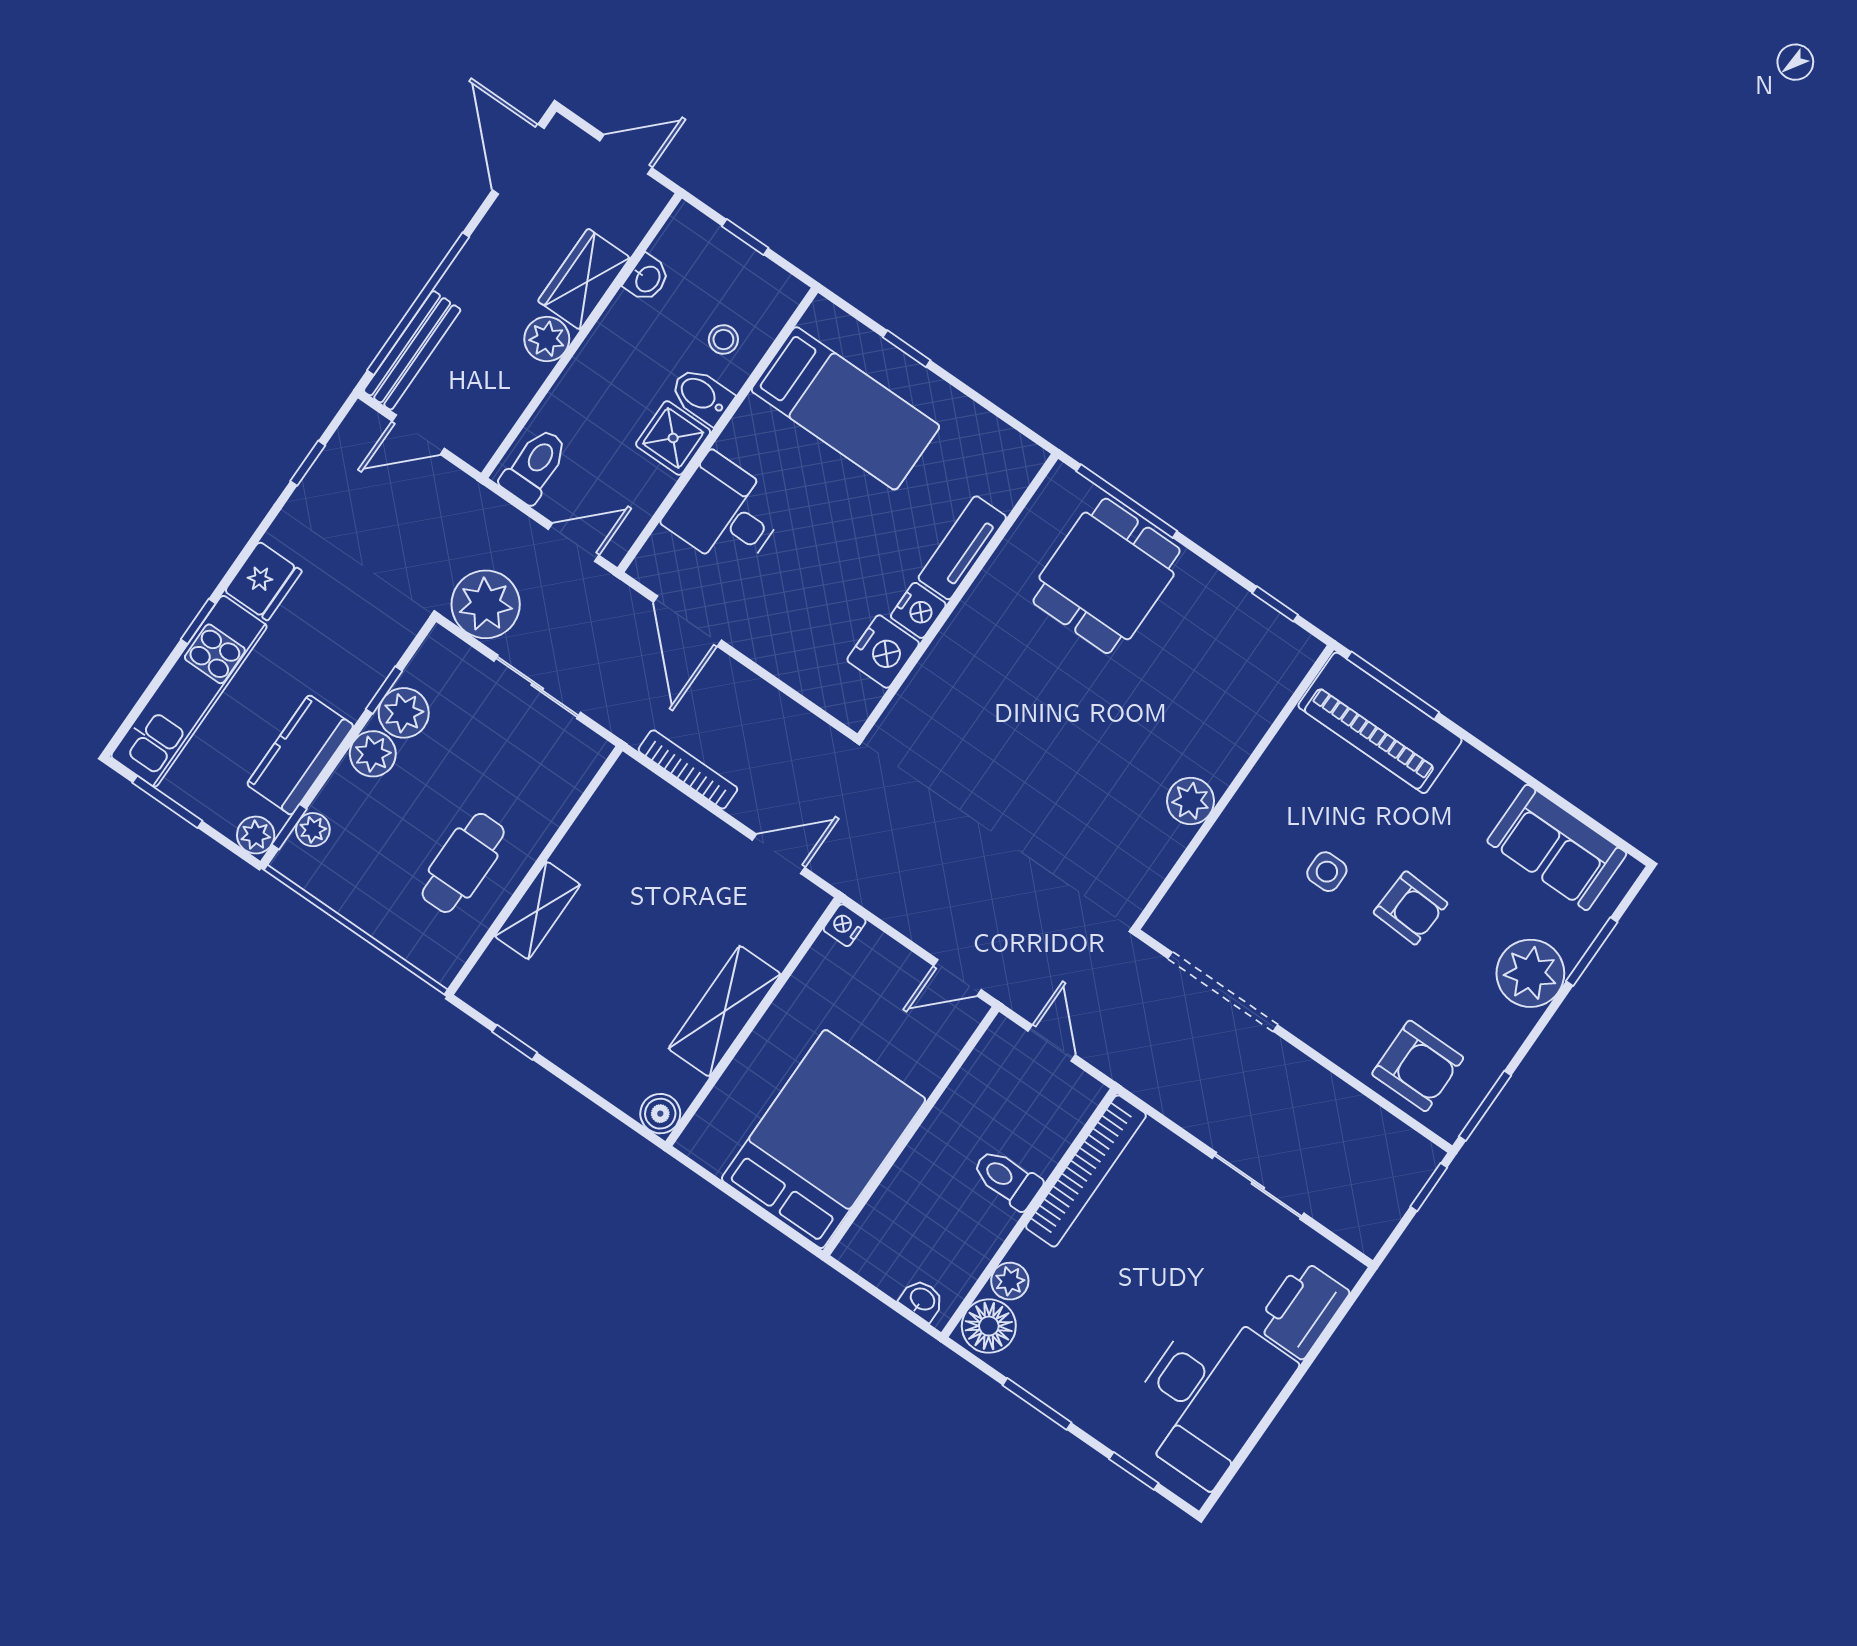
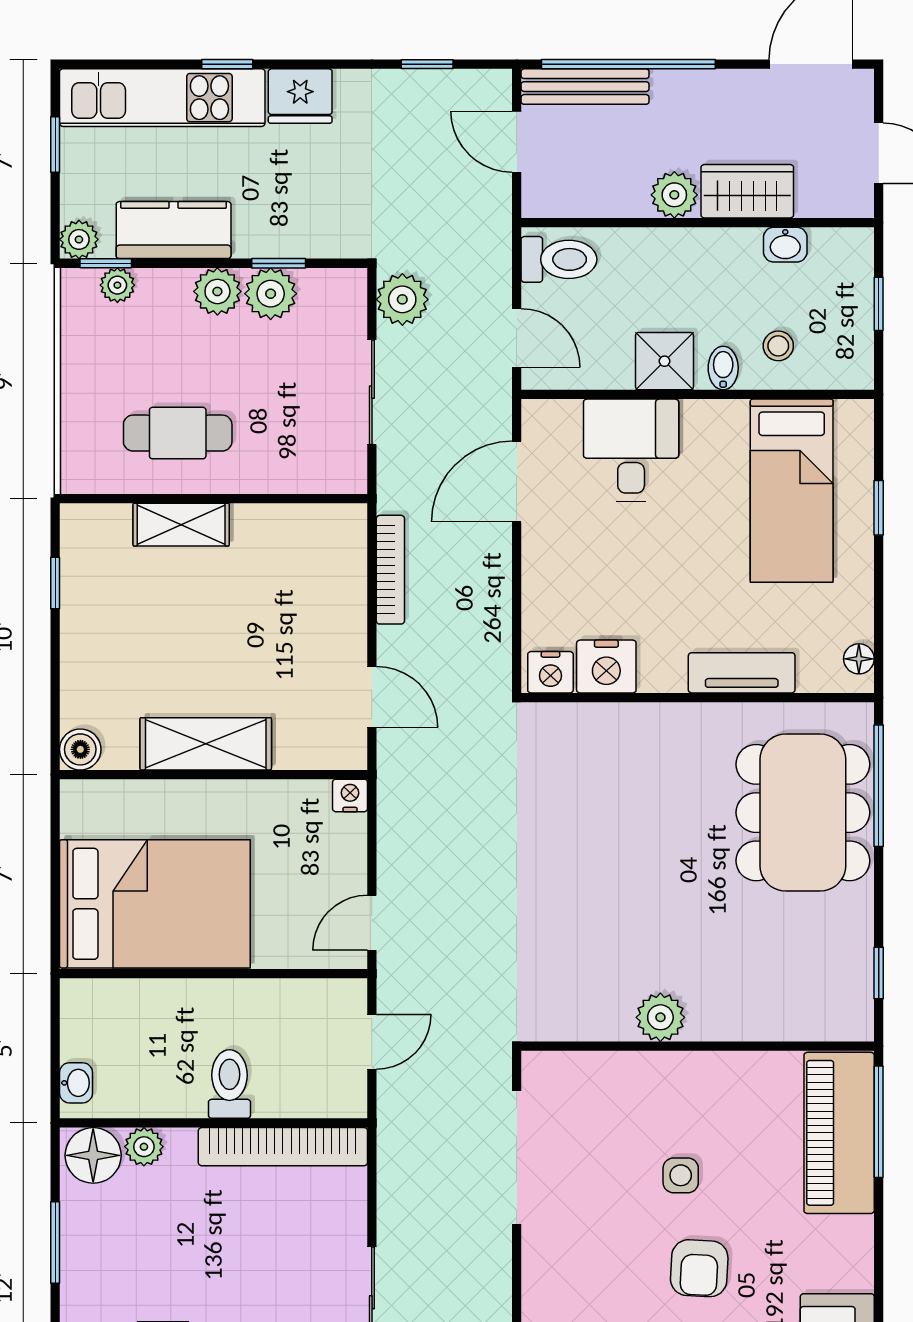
bidet: (701, 395) -> (723, 368), width x0.72, depth x0.74
floor lamp: (1015, 447) -> (859, 659), added
dining table: (1107, 576) -> (803, 813), width x1.38
plant: (486, 604) -> (402, 299), width x0.73, depth x0.73
nightstand: (918, 610) -> (550, 672), moved
window: (167, 802) -> (55, 145), width x0.67
door: (957, 978) -> (372, 923), hinge flipped

